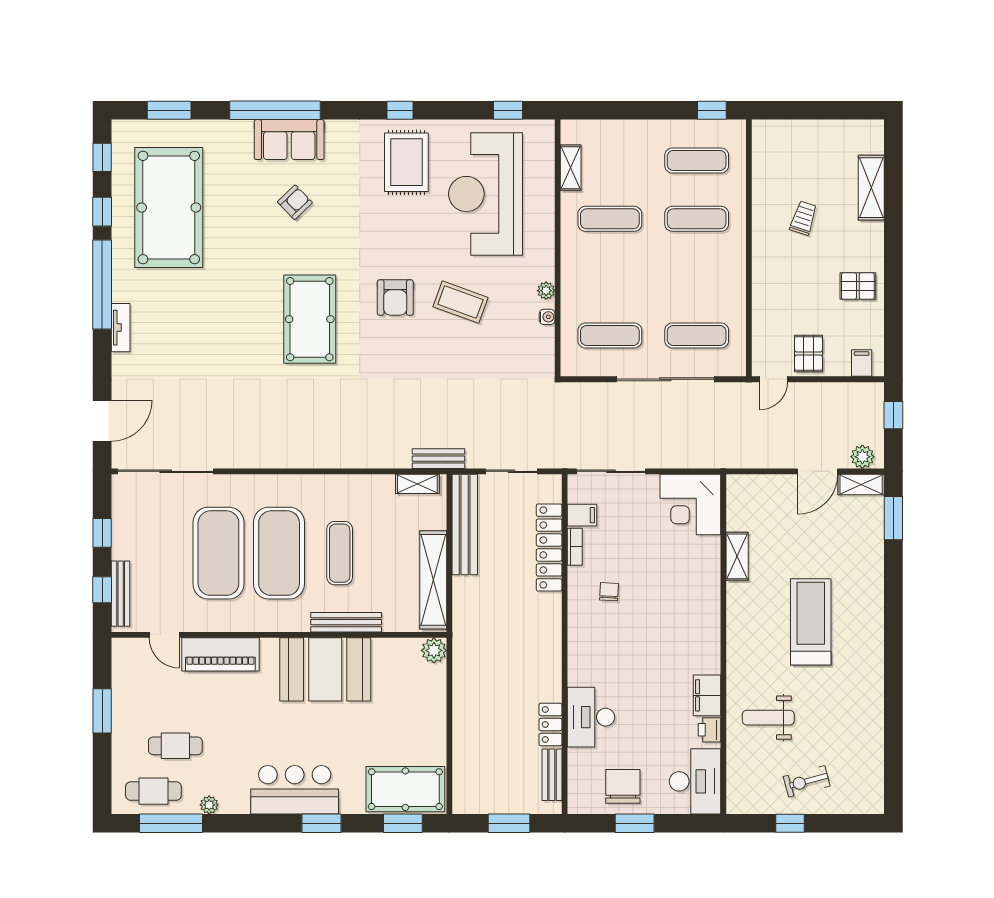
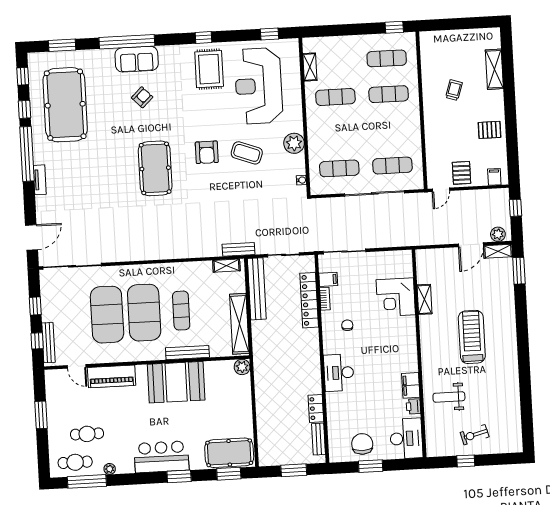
plant: (546, 291) -> (294, 143), width x1.88, depth x1.88
water cooler: (547, 317) -> (301, 180), moved
corner desk: (690, 504) -> (396, 297), moved
desk: (591, 717) -> (339, 373), moved

